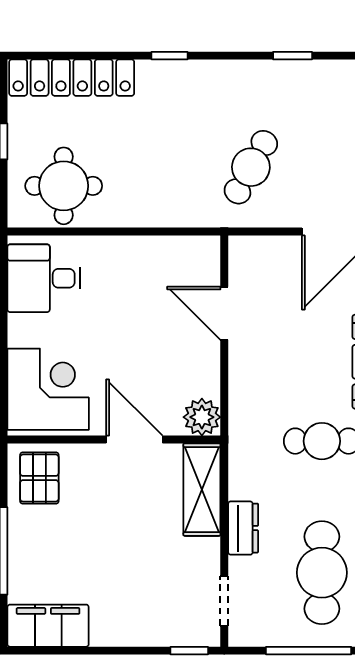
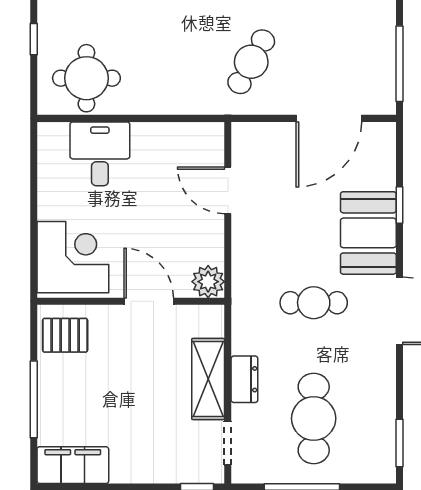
desk: (44, 278) -> (100, 154), moved, turned 90
pallet: (39, 478) -> (65, 335), turned 90
shelving: (202, 490) -> (208, 379), moved

